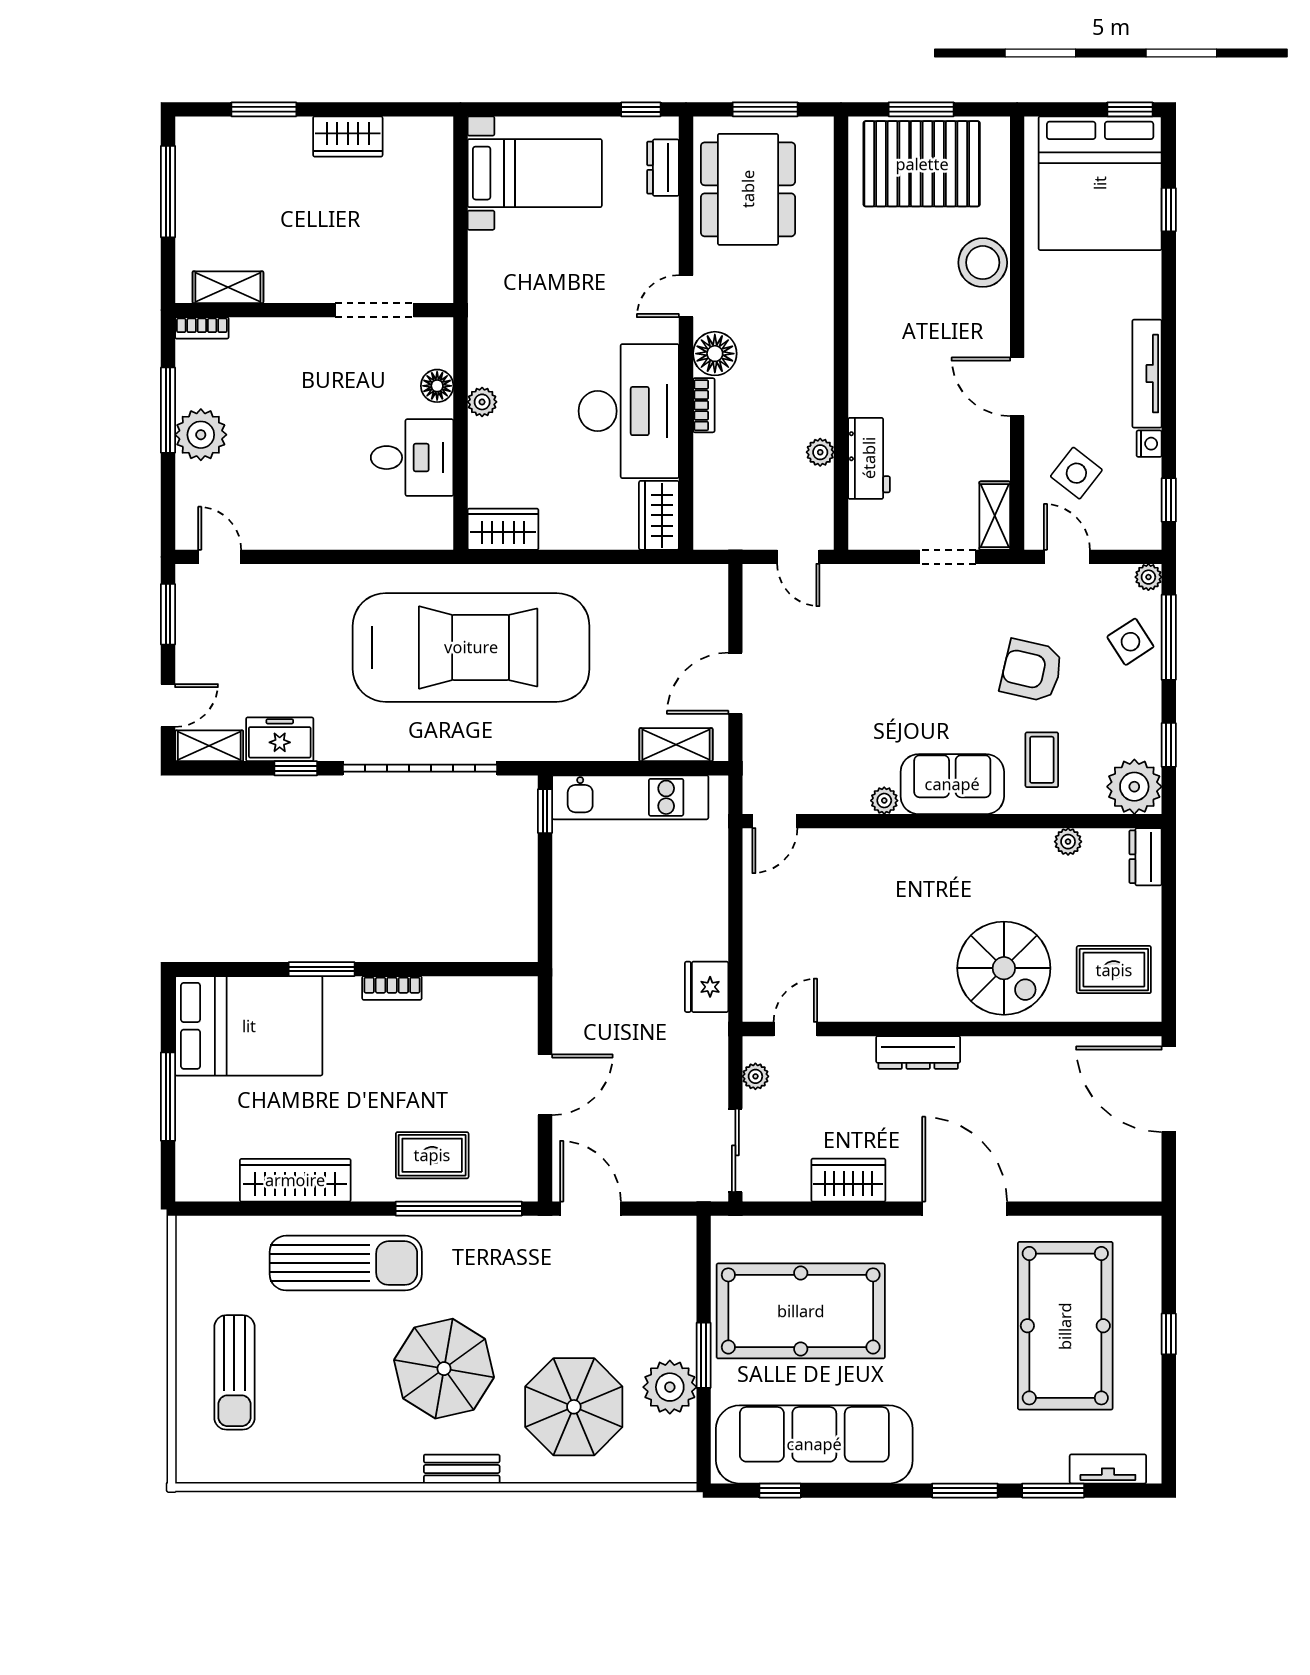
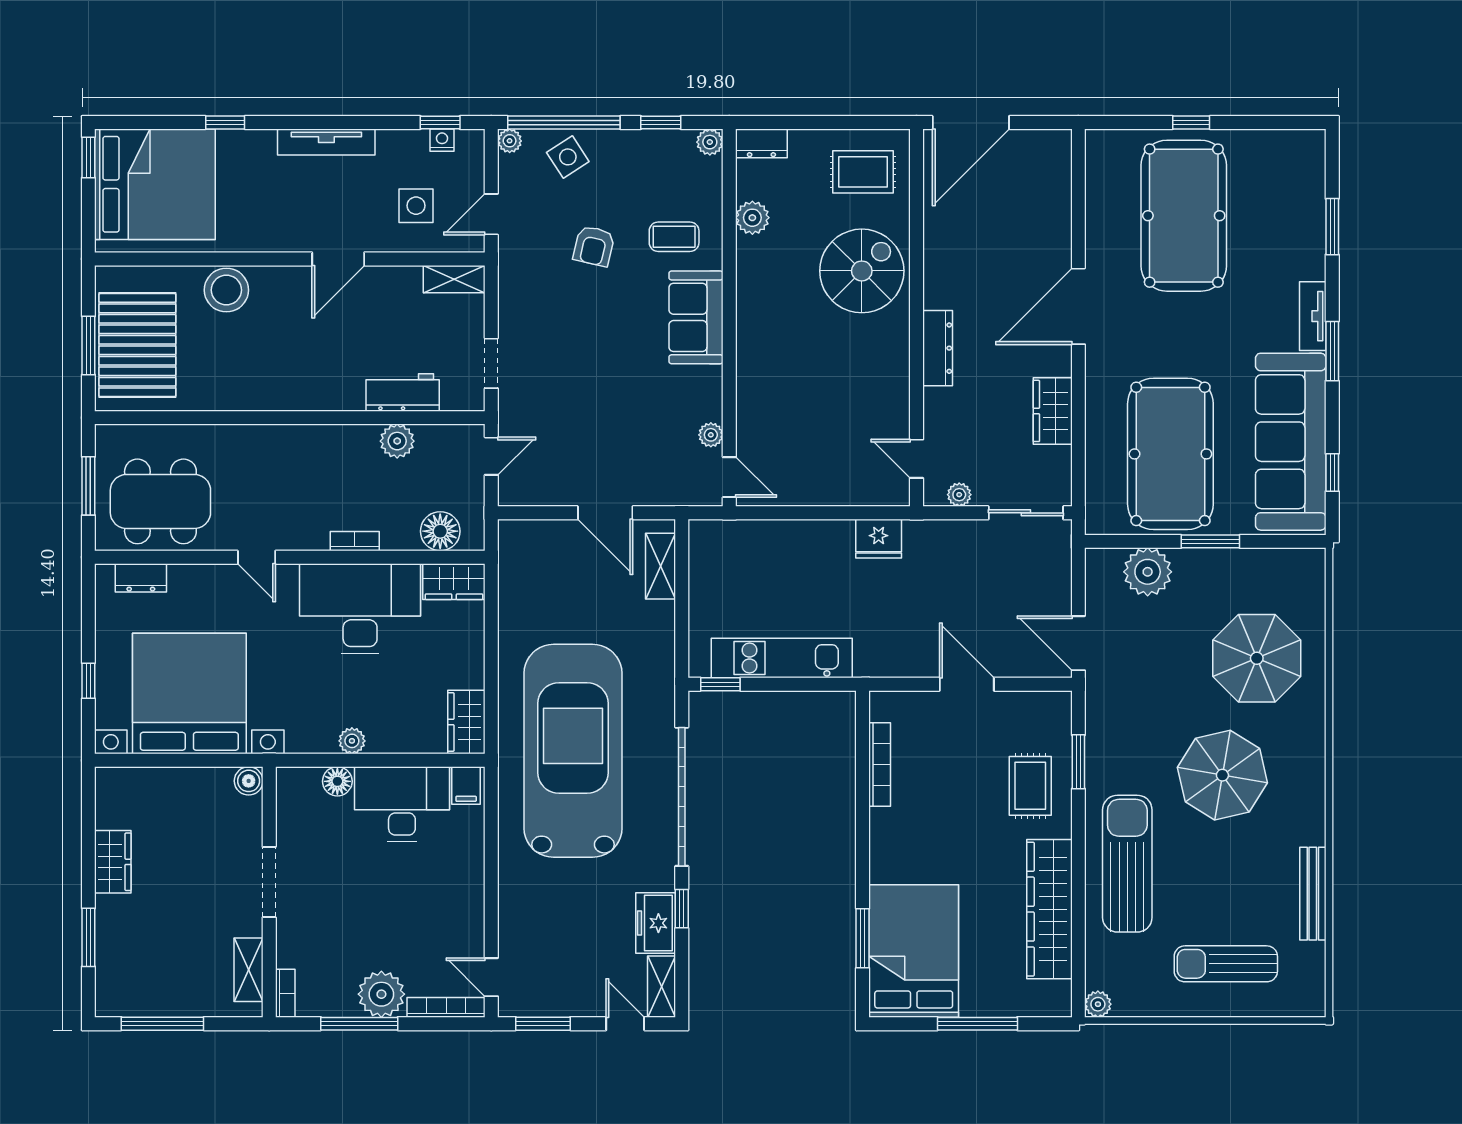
window: (641, 109) -> (88, 681), moved
bed with nightstands: (535, 173) -> (189, 694), width x1.85
window: (1169, 210) -> (225, 123), moved
boiler: (438, 287) -> (249, 781), added
doorway: (374, 310) -> (269, 882), moved
floor lamp: (715, 354) -> (440, 531), moved
nightstand: (1149, 444) -> (442, 140), moved
plant: (820, 452) -> (397, 441), width x1.38, depth x1.38
desk: (412, 458) -> (402, 804), width x1.37
side table: (1076, 473) -> (416, 206), turned -38
bookcase: (186, 507) -> (446, 1007), added
filing cabinet: (432, 529) -> (466, 786), added
door: (220, 557) -> (491, 977), hinge flipped
doorway: (947, 557) -> (491, 363), moved
window: (1169, 637) -> (564, 123), width x1.46
armchair: (1032, 671) -> (594, 246), width x0.72, depth x0.72
plant: (1134, 787) -> (710, 142), width x0.53, depth x0.53
kitchen unit: (630, 797) -> (782, 658), moved, turned -90
plant: (884, 801) -> (711, 435), moved
plant: (1068, 842) -> (752, 218), width x1.38, depth x1.38
window: (322, 969) -> (863, 938), moved
rug: (1114, 970) -> (863, 172), turned 90
bookcase: (392, 988) -> (880, 764), moved, width x1.56
wardrobe: (295, 1180) -> (1049, 909), width x1.40, depth x1.17
window: (459, 1209) -> (1078, 762), width x0.47
door: (591, 1209) -> (1078, 643), hinge flipped
plant: (190, 1230) -> (1098, 1004), added
pool table: (1065, 1326) -> (1184, 216), turned 90
sun lounger: (234, 1372) -> (1226, 964), turned 180
plant: (670, 1387) -> (1148, 572), moved
bench: (462, 1469) -> (1313, 894), moved, width x1.36
tv unit: (1108, 1469) -> (1313, 316), moved
window: (965, 1491) -> (1332, 351), moved

